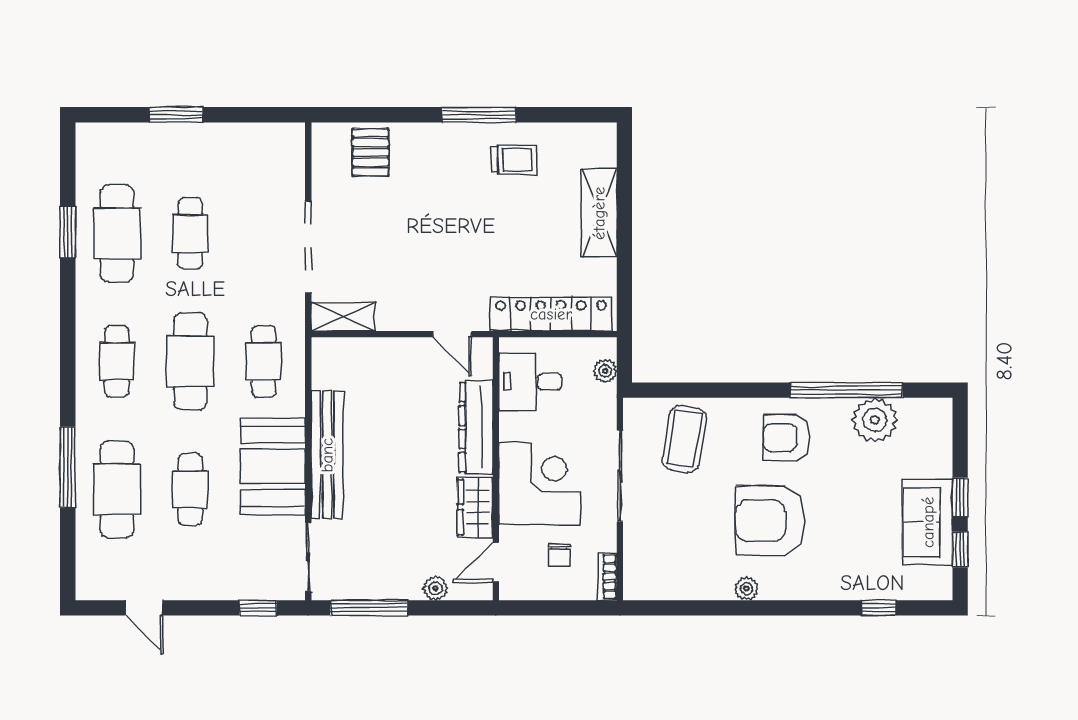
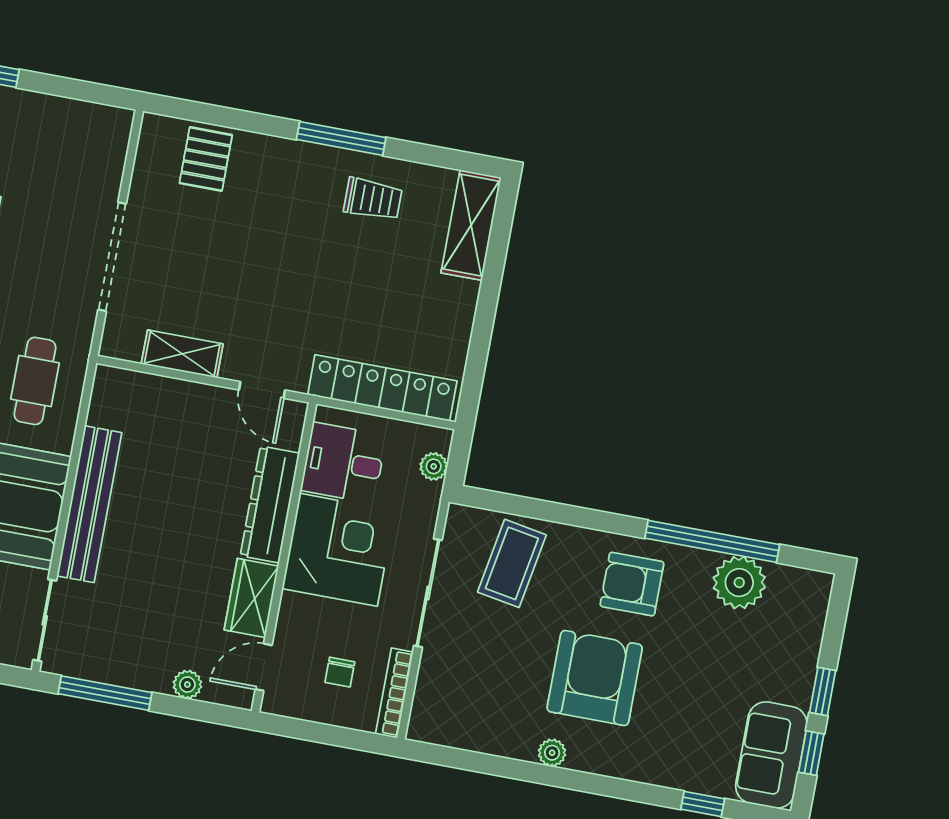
shelving: (599, 213) -> (471, 225), moved
shelving: (343, 317) -> (182, 354), moved
corner desk: (540, 483) -> (338, 550), moved
armchair: (770, 521) -> (595, 678), turned 90
sofa: (928, 522) -> (771, 755), moved
bookcase: (607, 577) -> (394, 693), width x1.56

